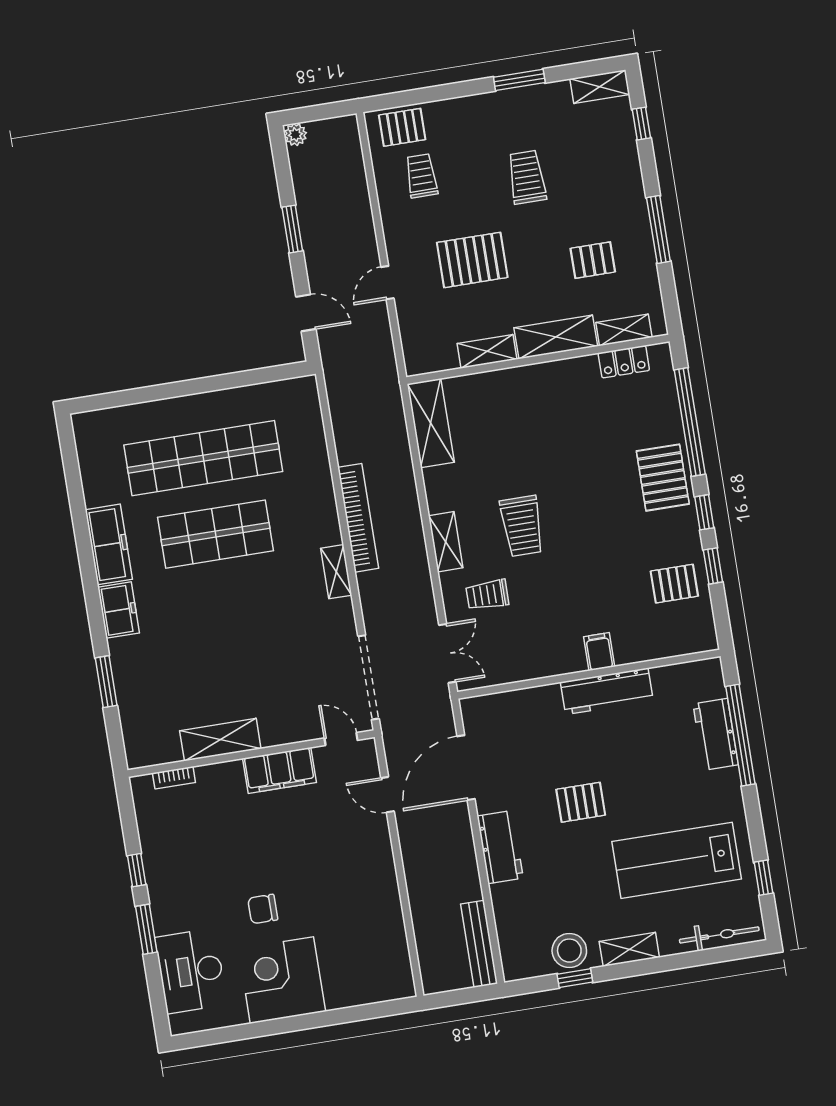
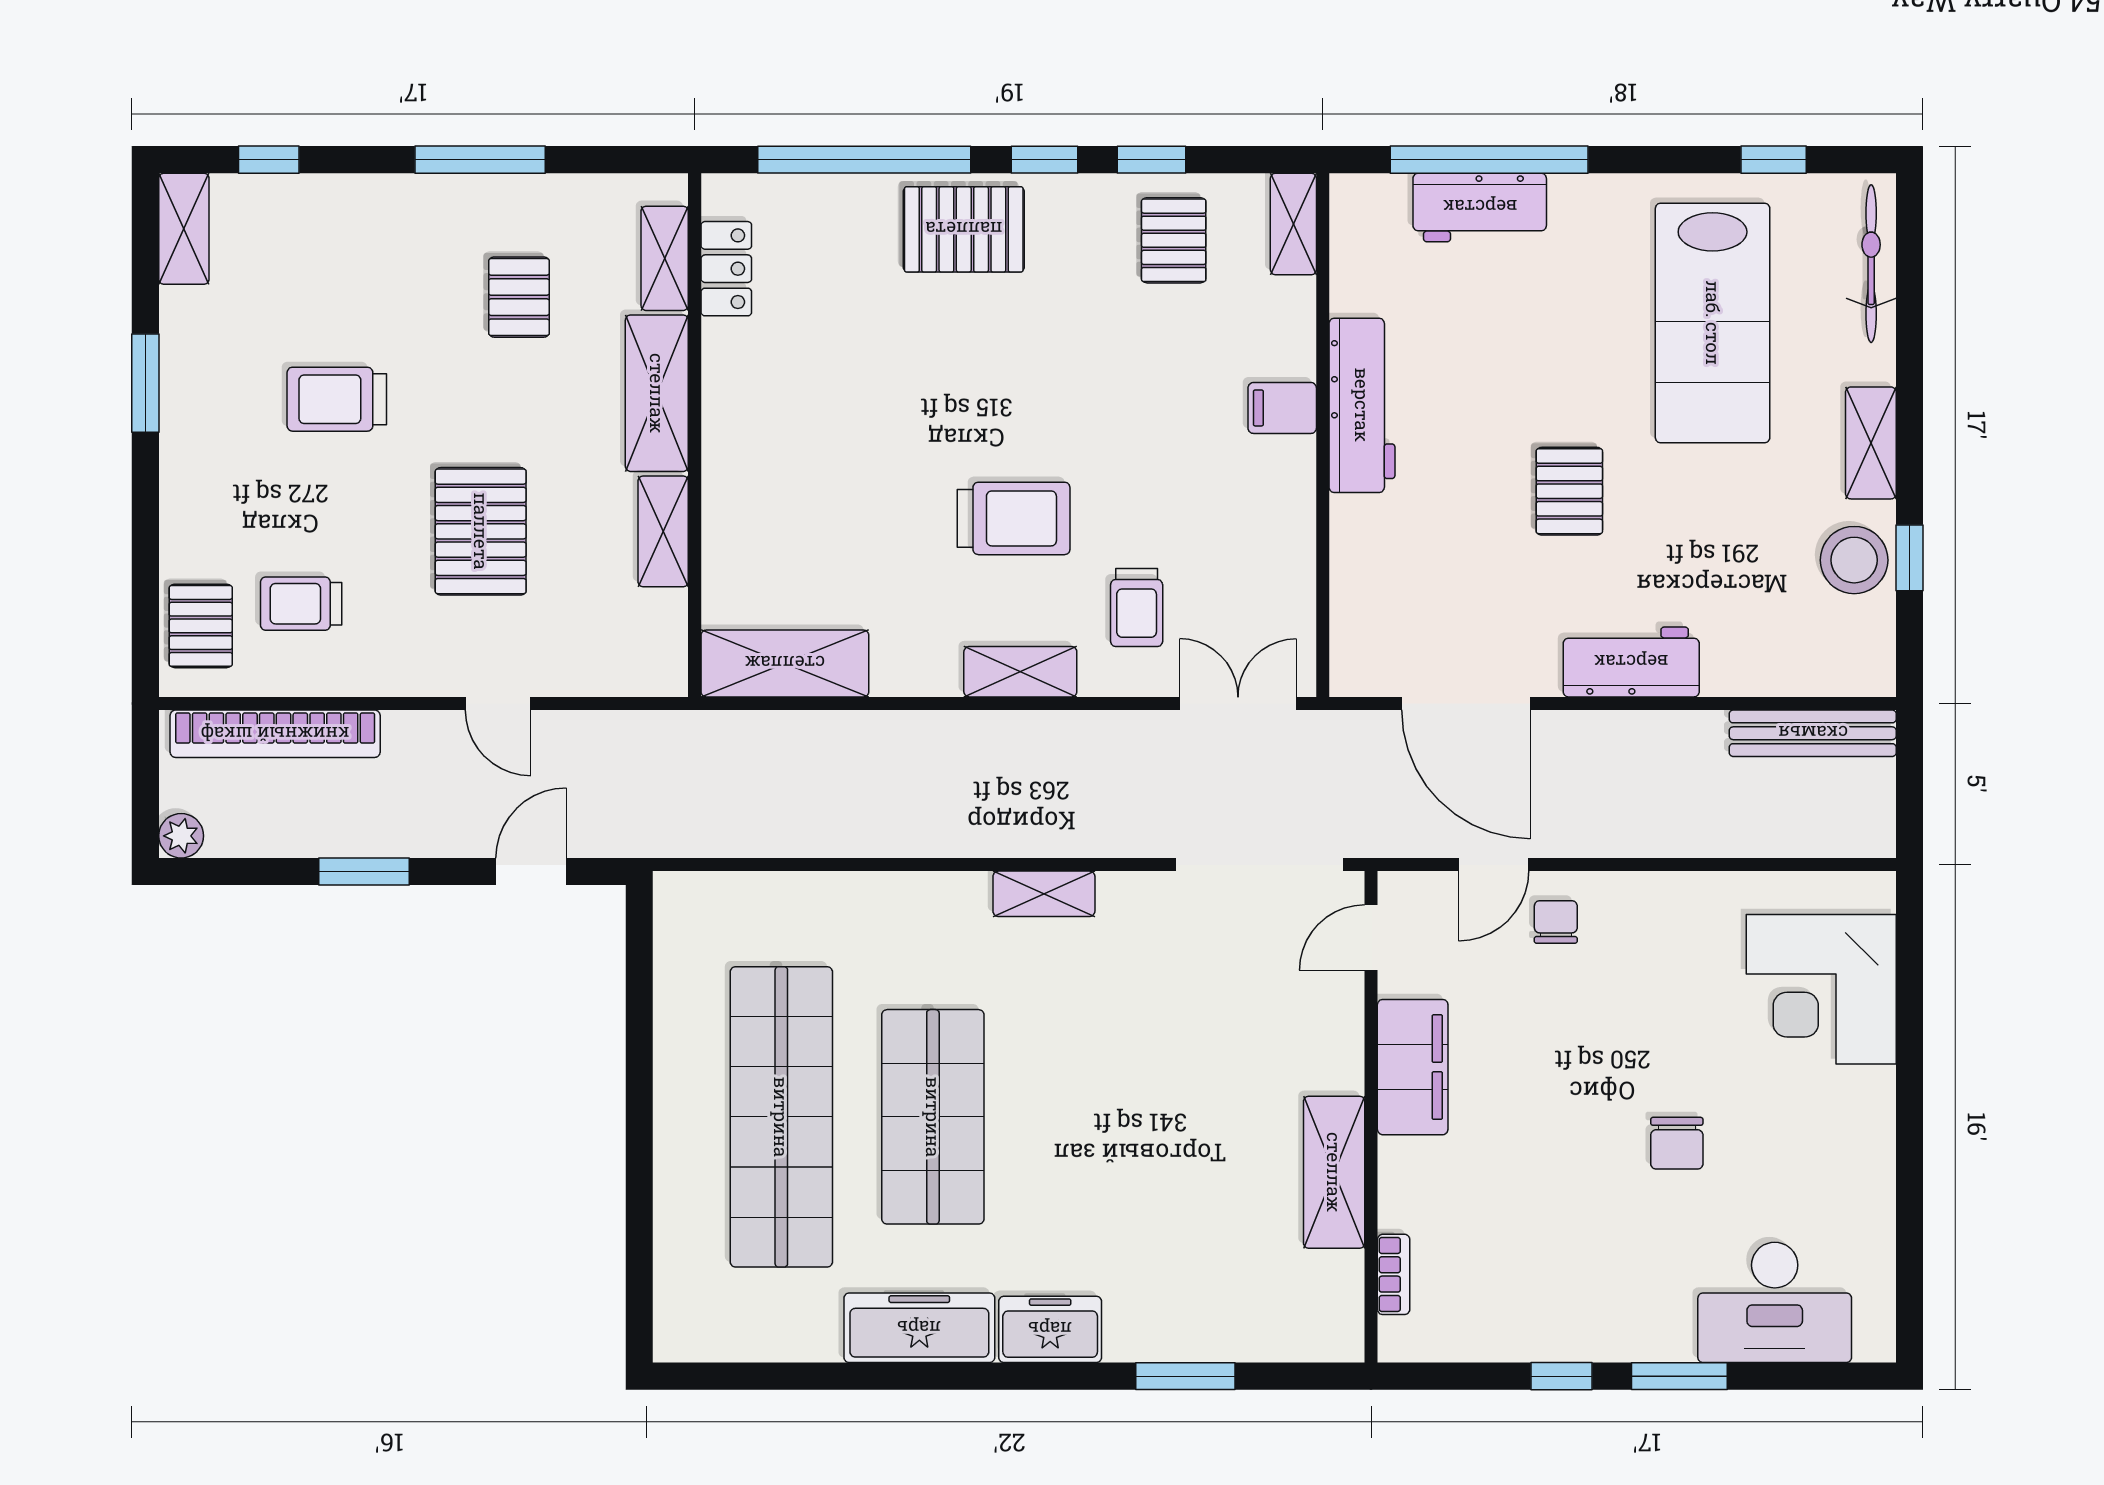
bookcase: (358, 518) -> (275, 734), moved, turned 180
shelving: (692, 642) -> (1293, 224), added
chair: (364, 830) -> (1556, 922), added
corner desk: (282, 980) -> (1821, 989), moved

